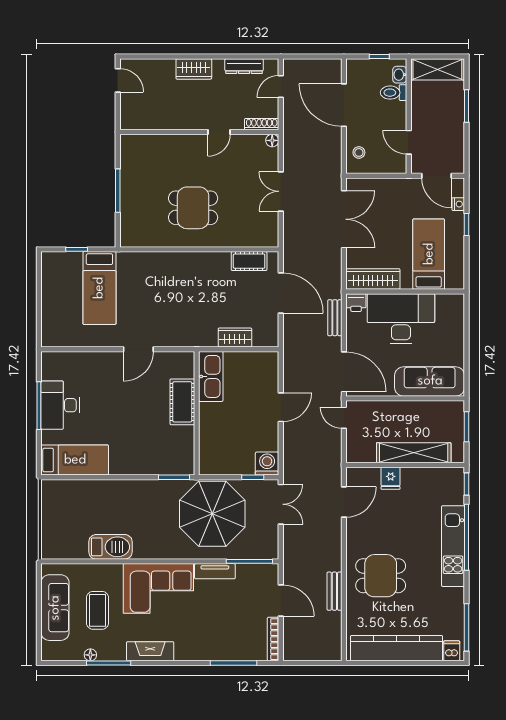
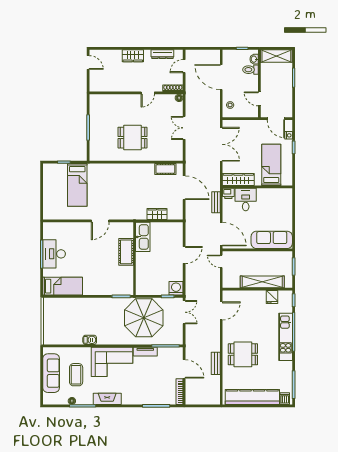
desk: (401, 319) -> (246, 199), width x0.53, depth x0.77
fridge: (391, 478) -> (272, 297), moved
barbecue: (110, 547) -> (90, 340), width x0.53, depth x0.65

